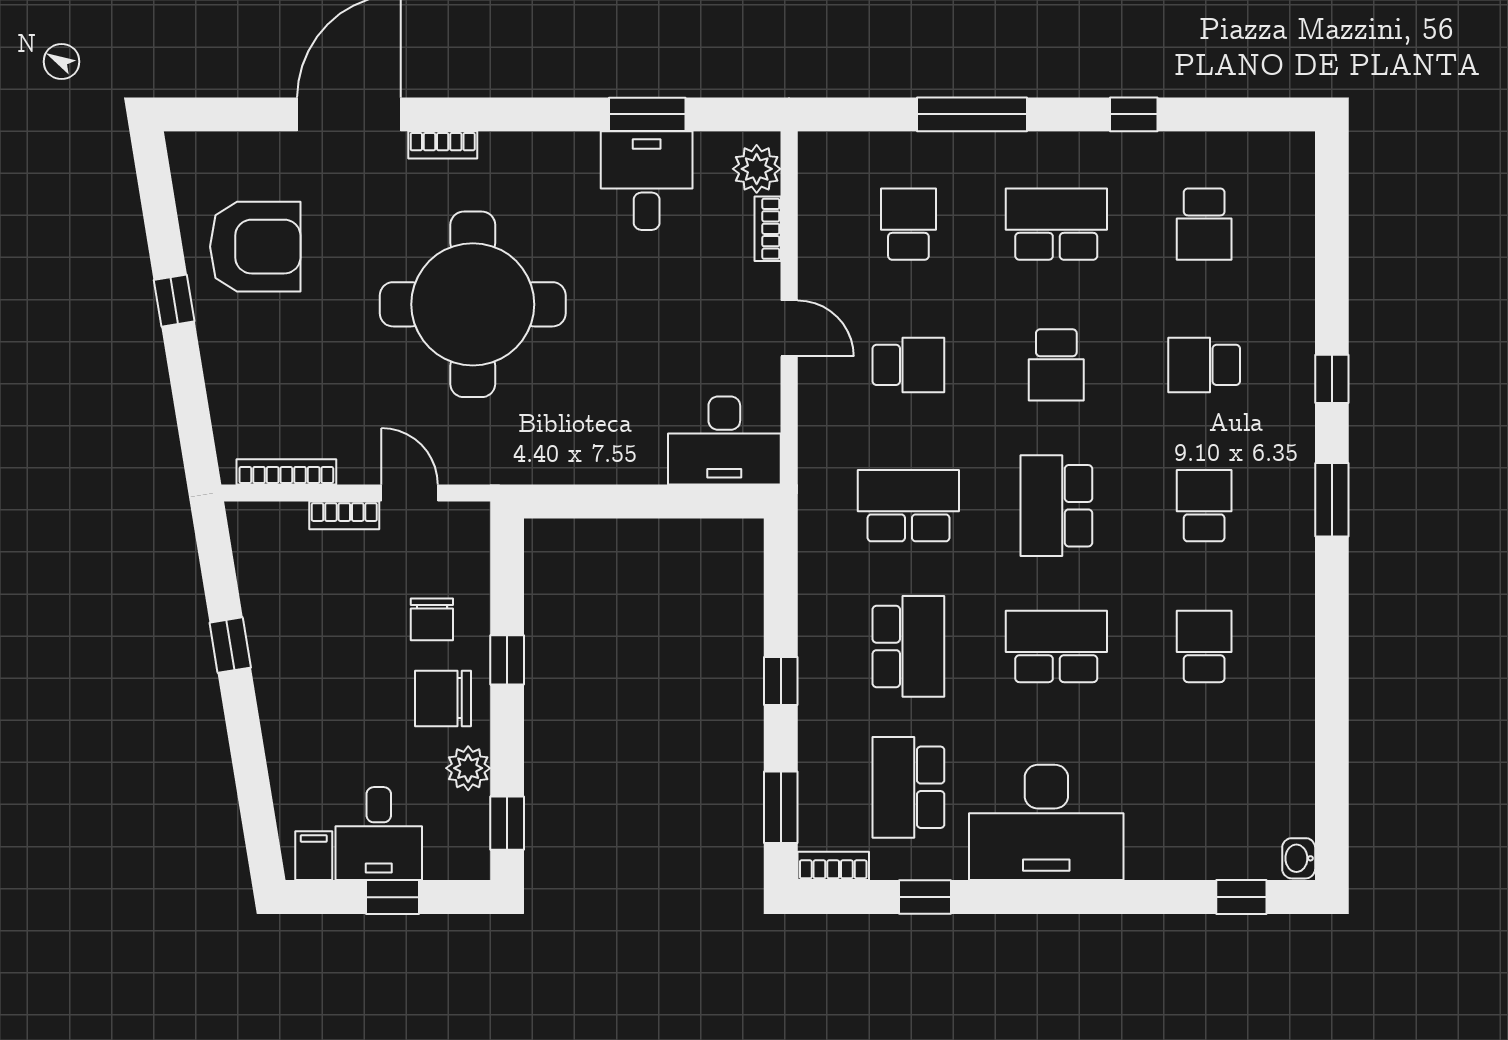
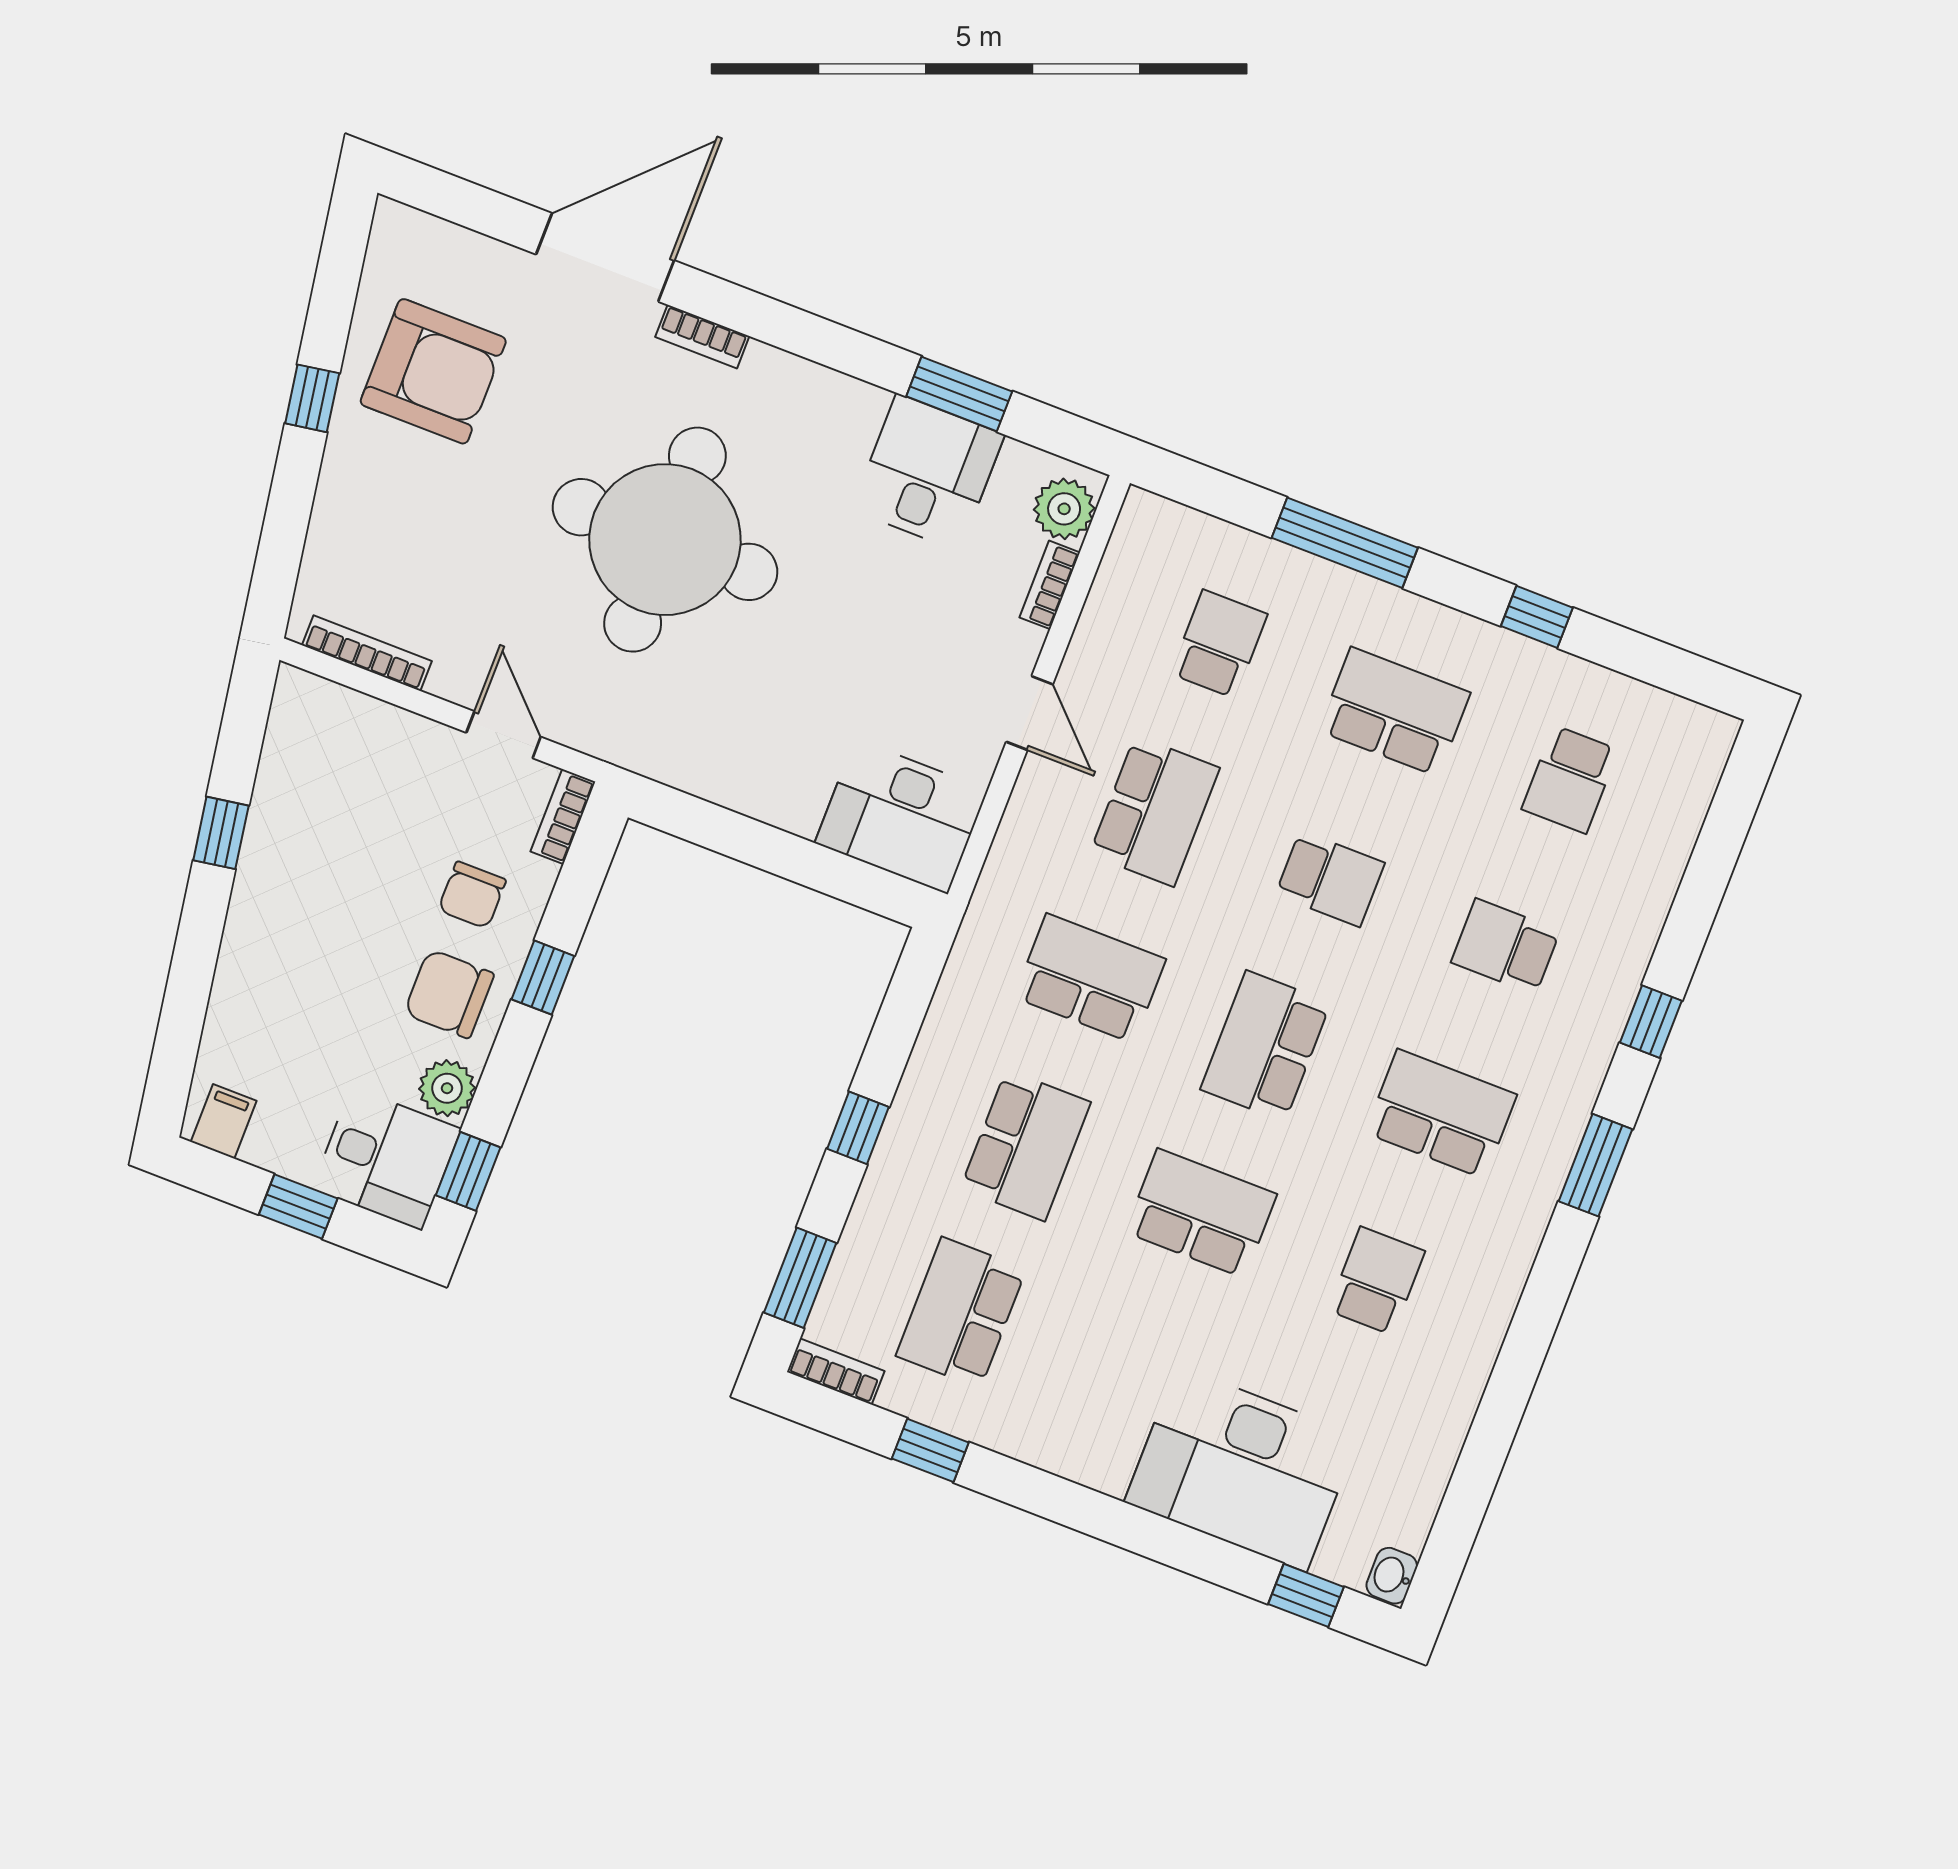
school desk: (908, 365) -> (1155, 811), width x1.85
school desk: (1056, 365) -> (1330, 879), turned -90
school desk: (1204, 506) -> (1441, 1114), width x1.85
bookcase: (344, 515) -> (563, 817), moved, turned 90
desk: (1046, 822) -> (1242, 1469), moved
desk: (379, 834) -> (386, 1159), moved, turned -90

